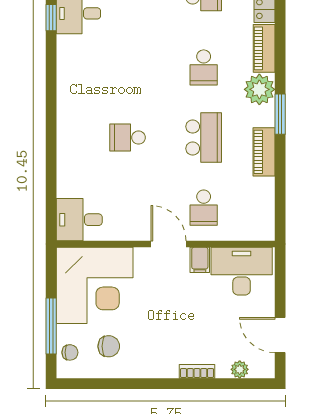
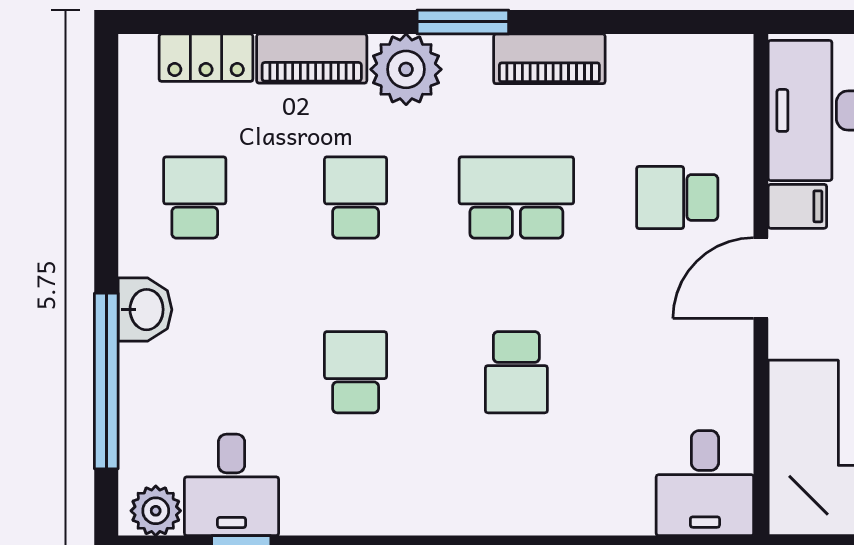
school desk: (128, 67) -> (356, 372), added
school desk: (204, 67) -> (356, 197), turned -90
school desk: (204, 208) -> (677, 197), turned 180

